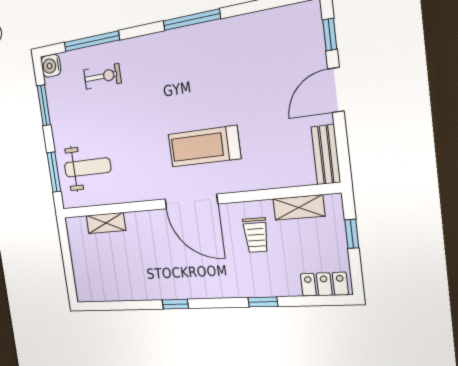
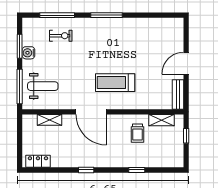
window: (192, 20) -> (107, 15), moved
window: (330, 35) -> (186, 36), removed
water cooler: (51, 66) -> (28, 53), moved
window: (54, 172) -> (20, 86), width x1.44
door: (191, 201) -> (91, 112), moved
locker: (324, 284) -> (38, 161), moved

